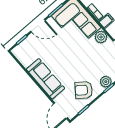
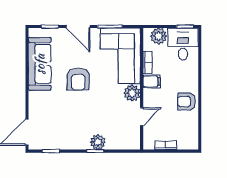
sofa: (45, 79) -> (40, 64), moved
armchair: (84, 90) -> (78, 79), moved, turned -127

